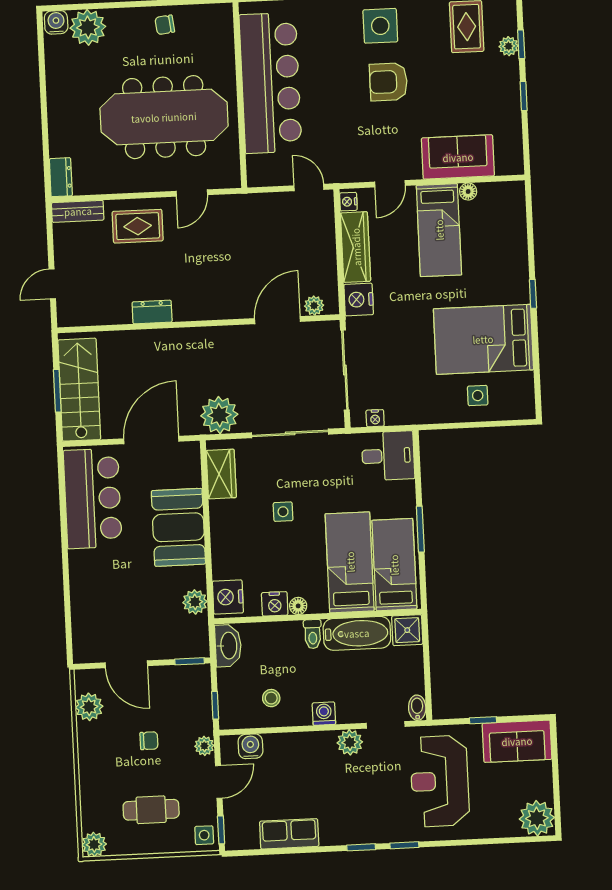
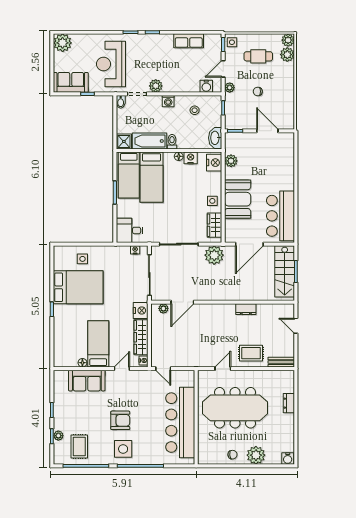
plant: (88, 27) -> (256, 455), moved
dresser: (61, 177) -> (289, 403), moved
door: (52, 284) -> (296, 326), swing flipped
side table: (283, 512) -> (212, 201), moved
plant: (89, 707) -> (287, 55), moved
reception desk: (440, 781) -> (111, 64), turned 180

